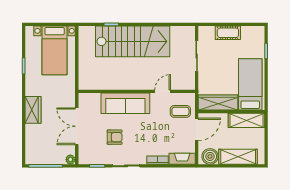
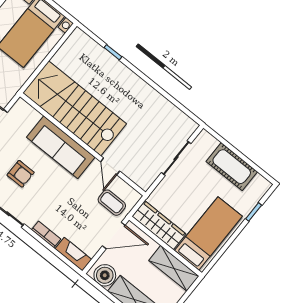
cot: (228, 33) -> (232, 167), width x1.37, depth x1.34
stairs: (133, 41) -> (75, 108), moved, turned 180
door: (163, 91) -> (110, 166), swing flipped

